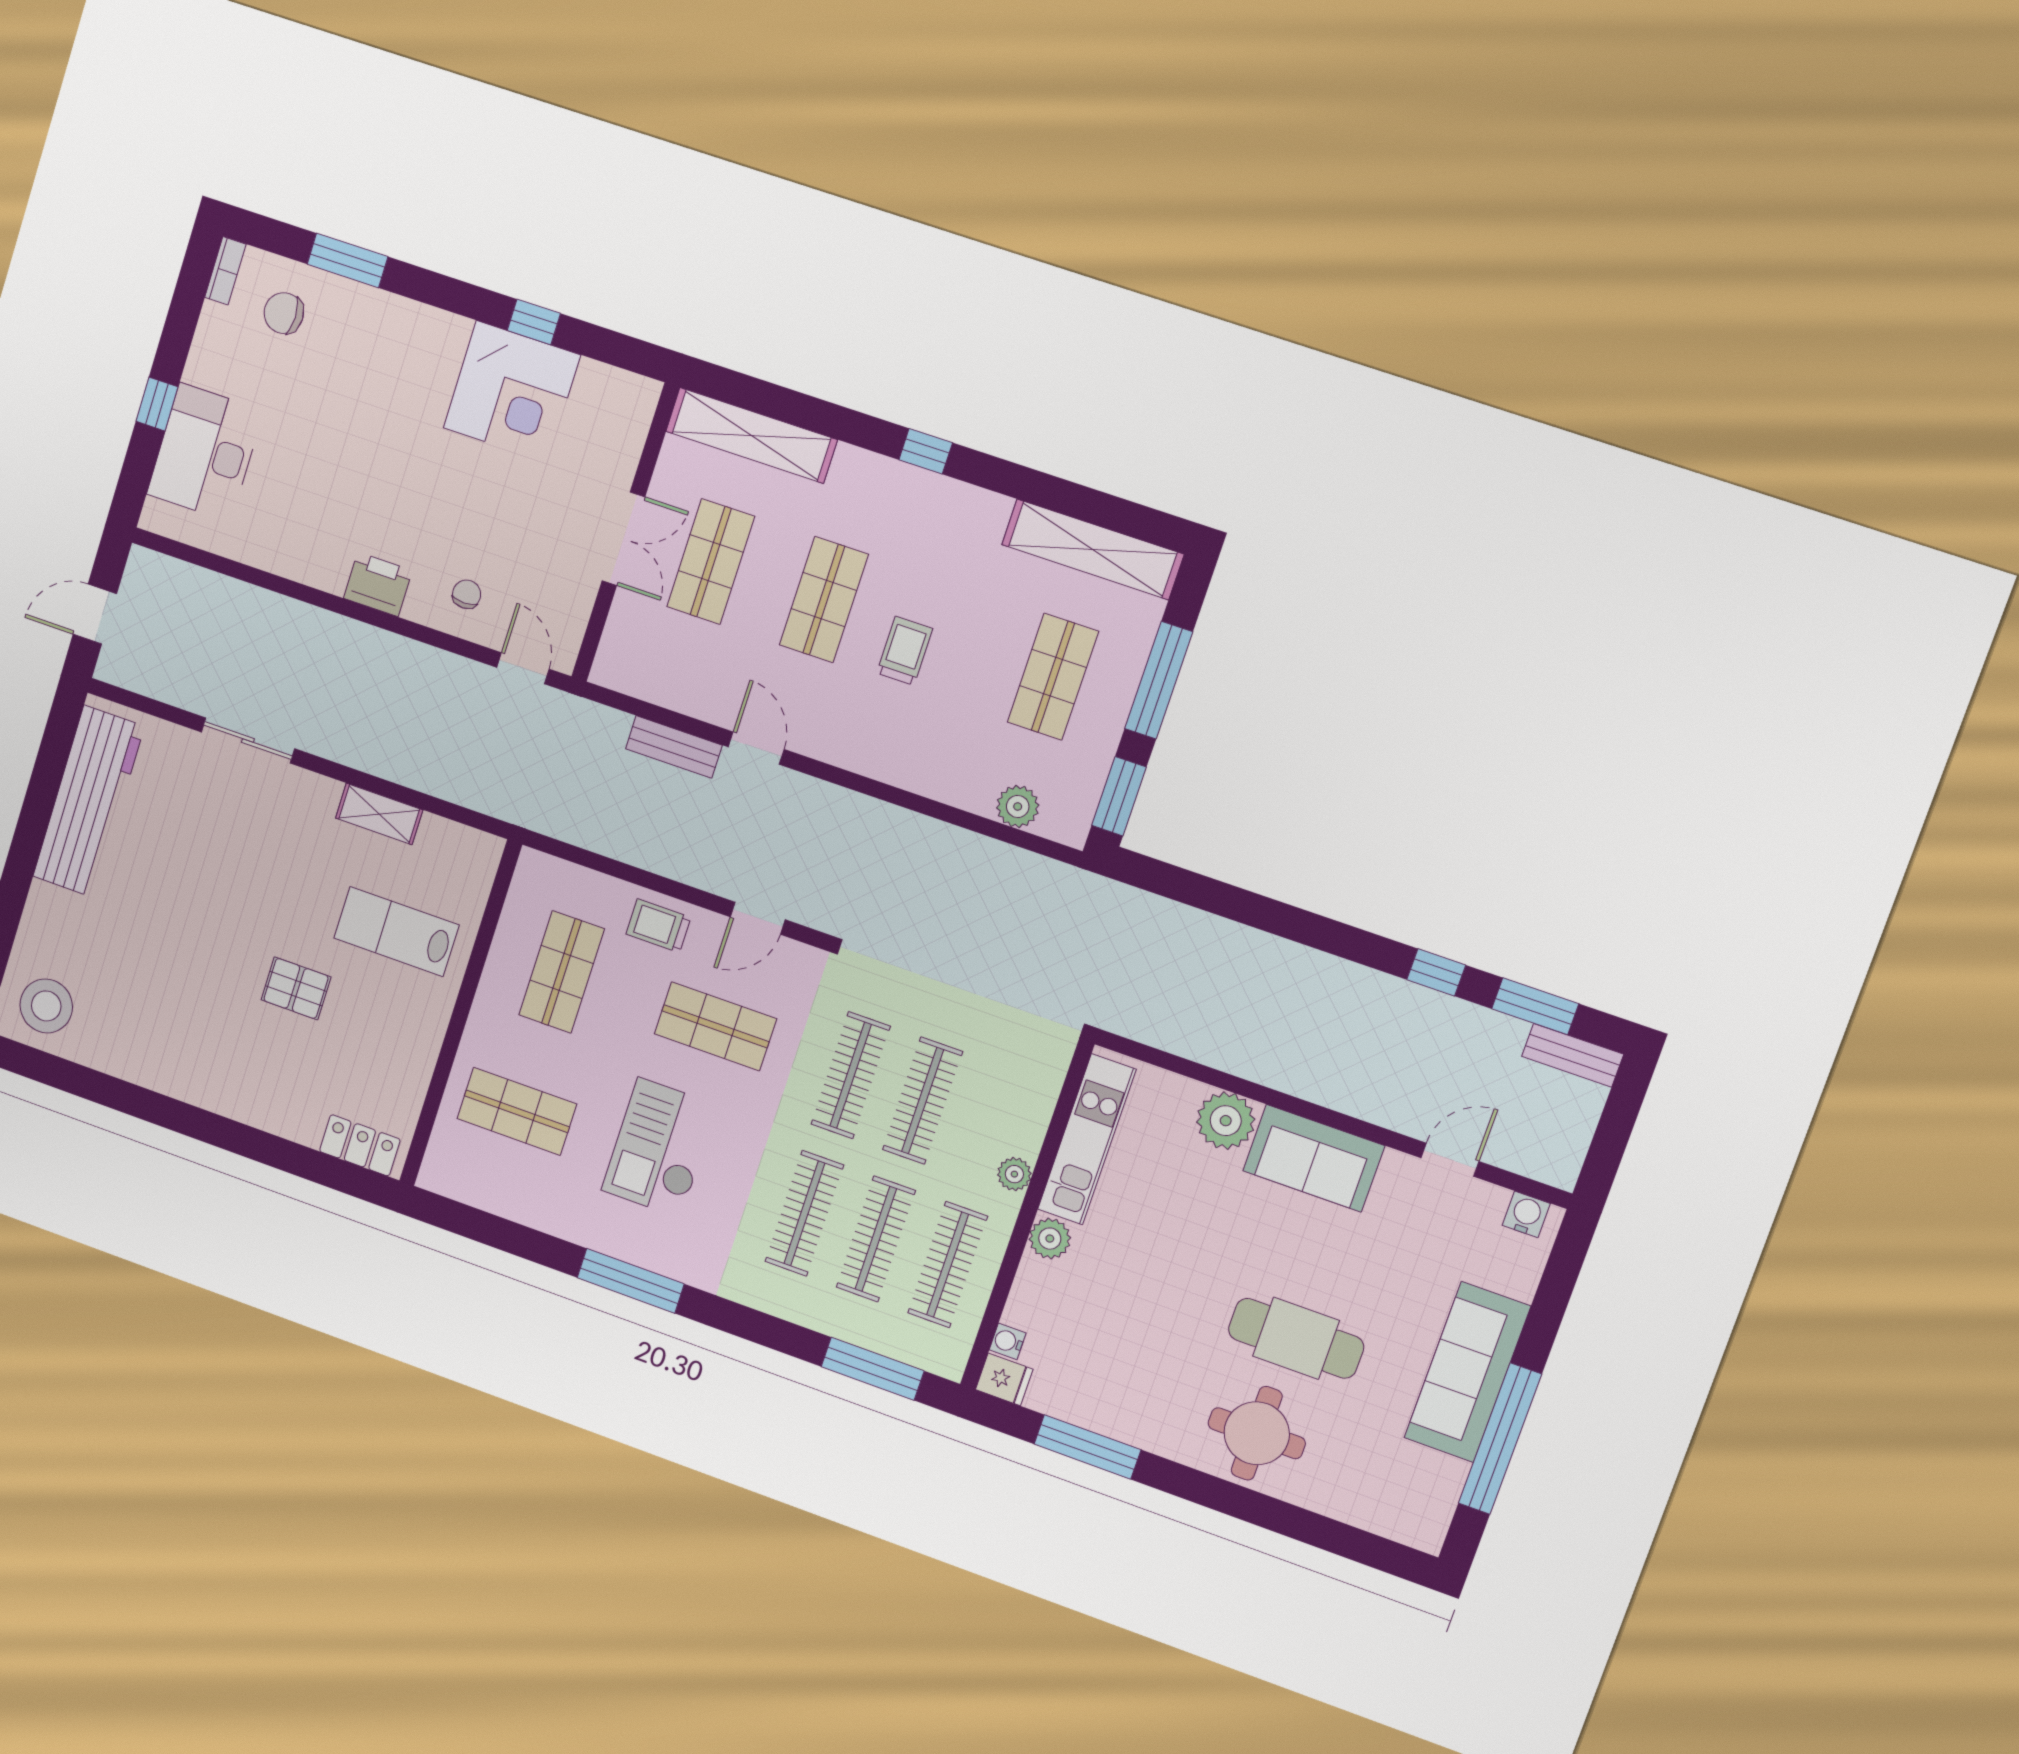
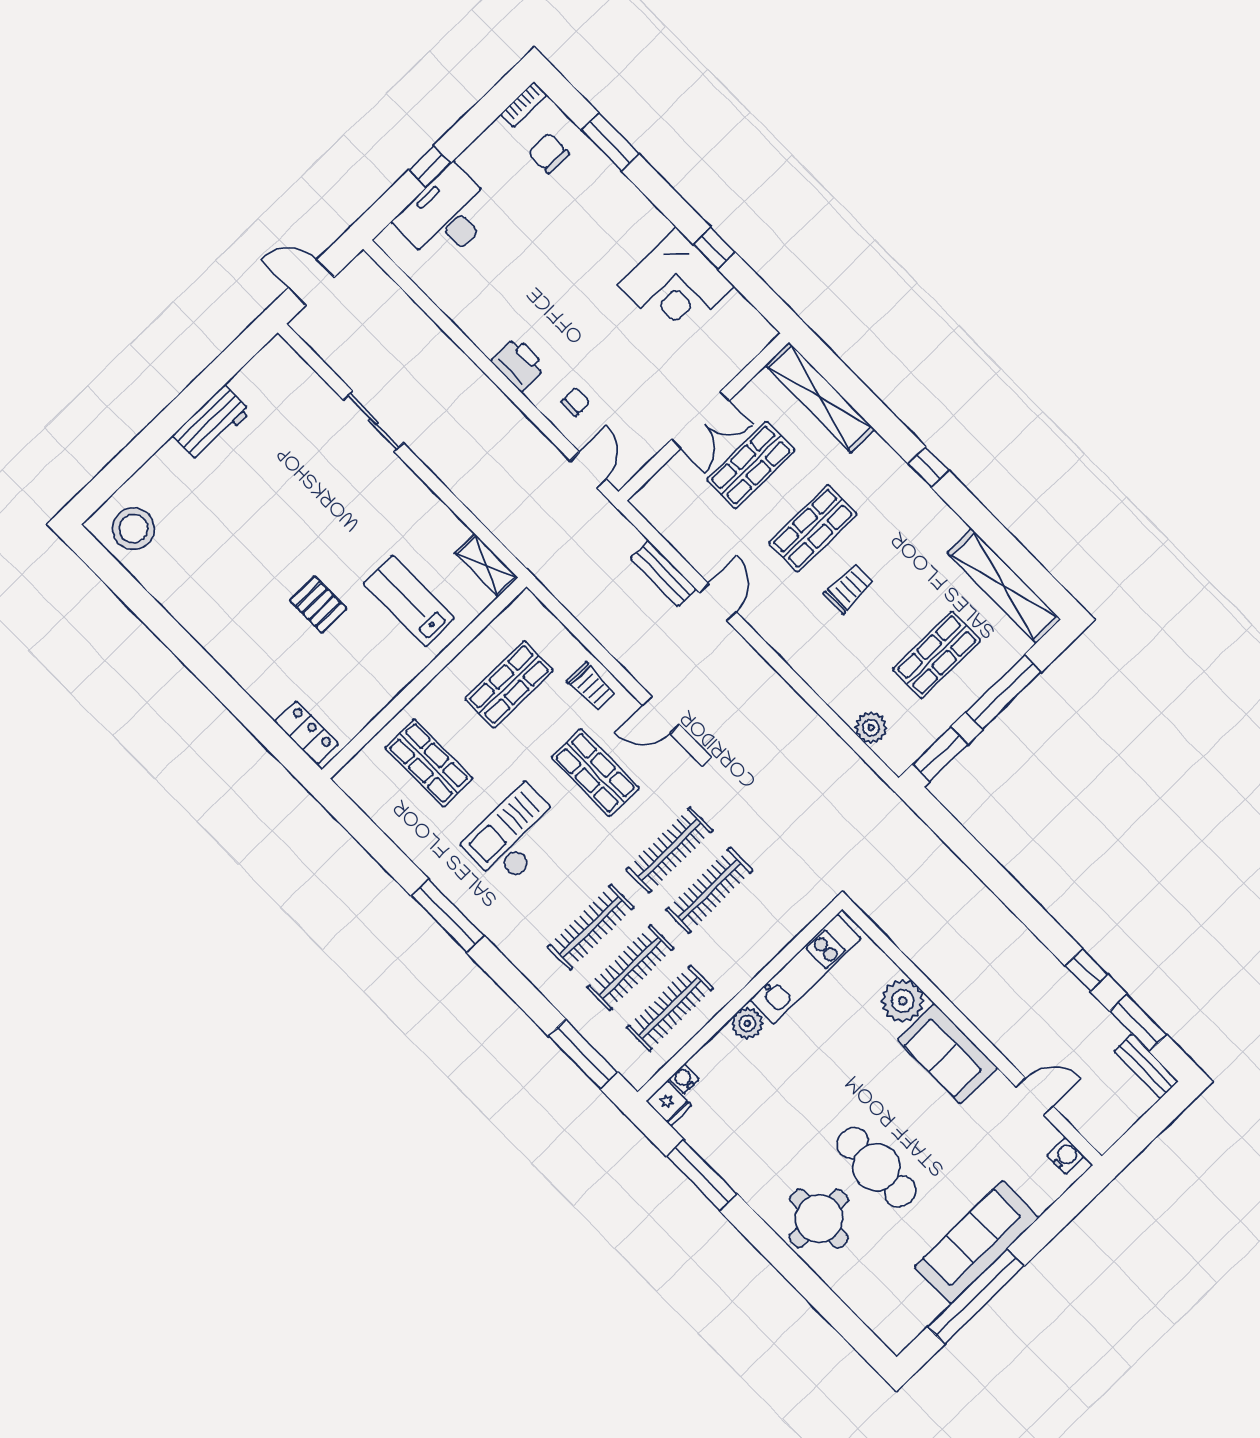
workbench: (89, 801) -> (212, 424), width x0.53, depth x0.76
shelving: (379, 814) -> (486, 565), moved
trolley: (658, 926) -> (591, 687), turned 180
plant: (1014, 1174) -> (746, 969), removed

